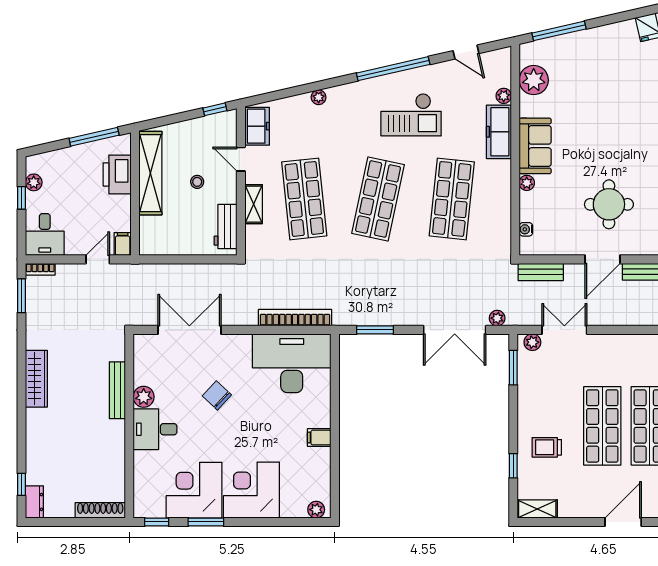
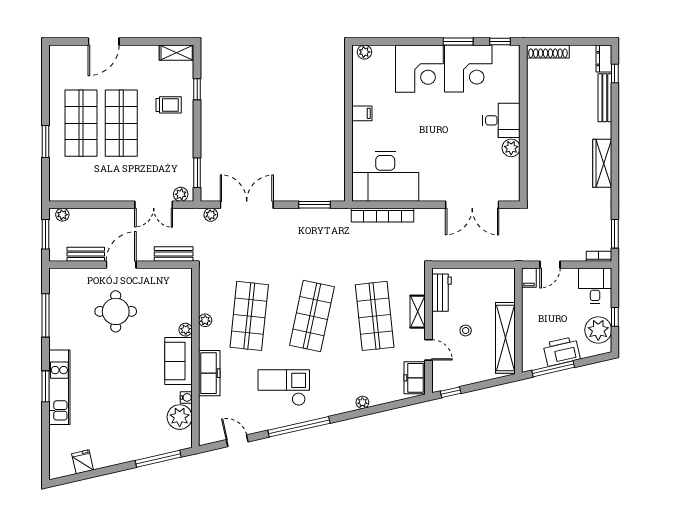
plant: (504, 96) -> (205, 320), moved
printer: (117, 174) -> (562, 351), moved, turned -103
plant: (34, 182) -> (598, 330), width x1.87, depth x1.87
water cooler: (526, 229) -> (186, 397), moved
bench: (117, 390) -> (605, 98), moved
chair: (217, 395) -> (449, 149), removed

